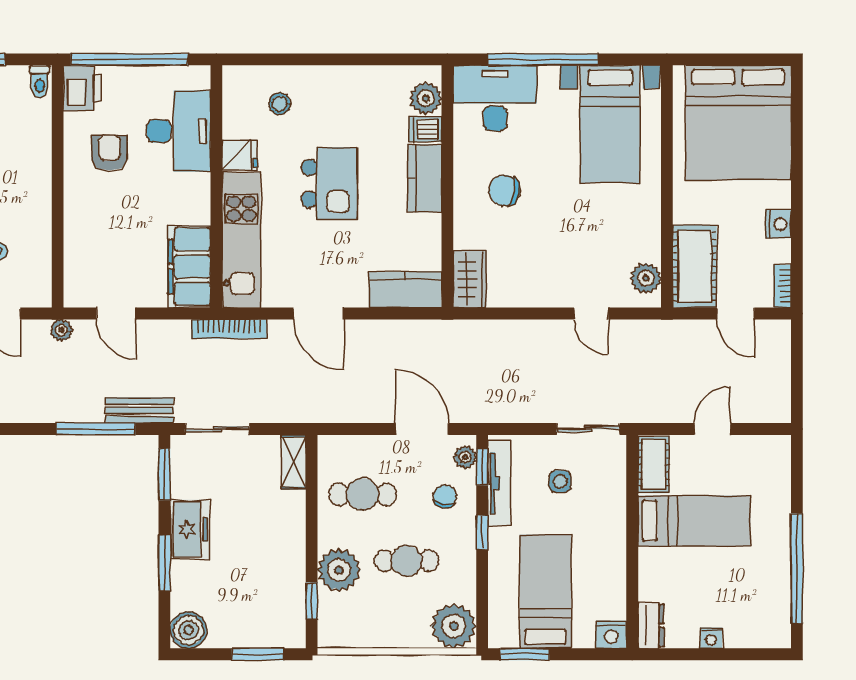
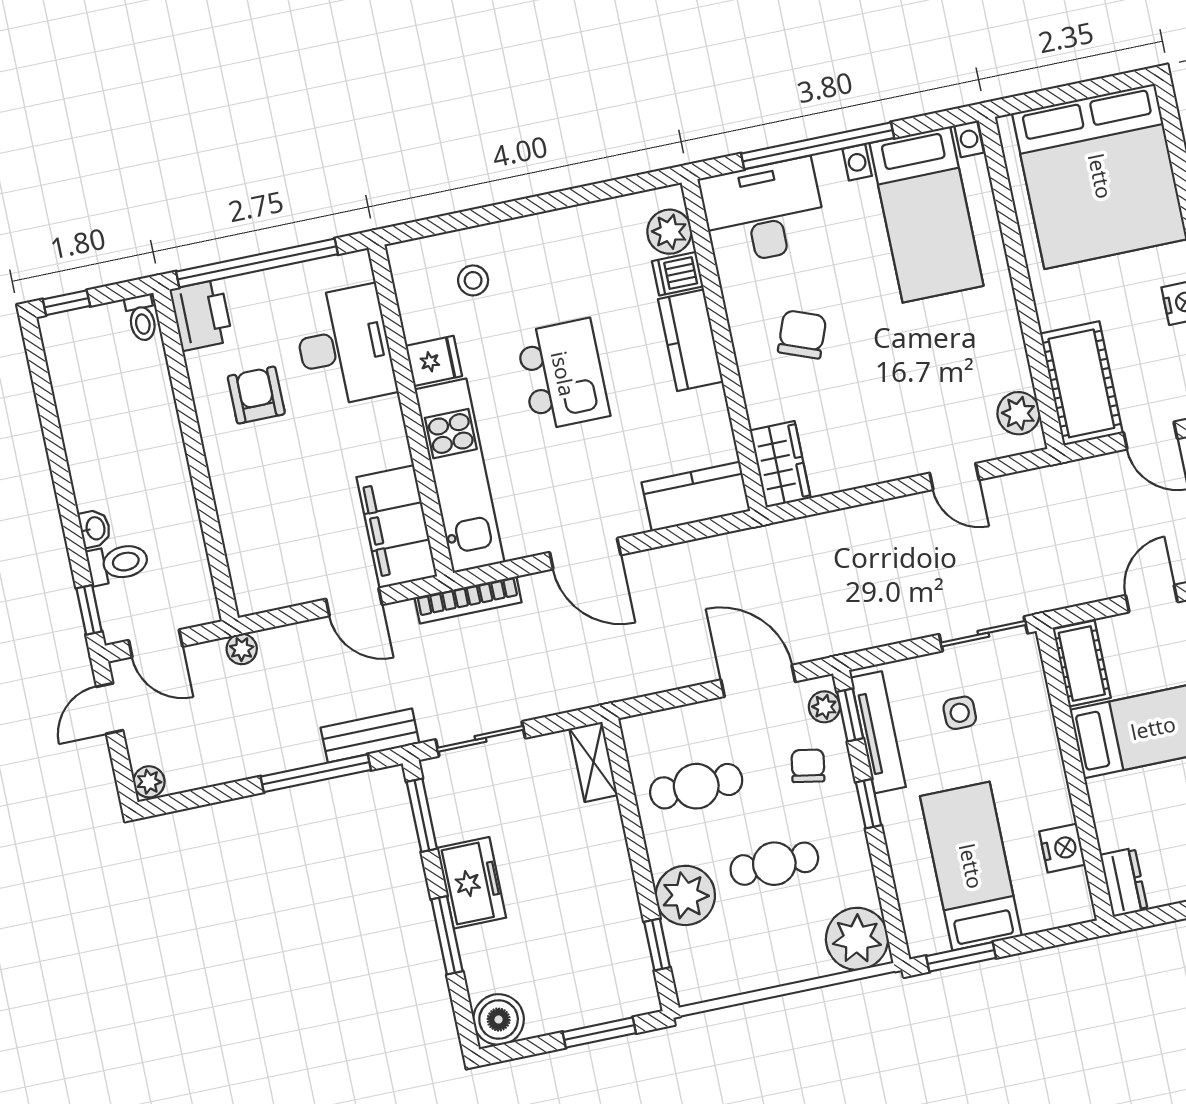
chair: (504, 190) -> (802, 334), turned 100
door: (116, 313) -> (354, 602), moved
nightstand: (611, 635) -> (1062, 848), moved, turned -90

